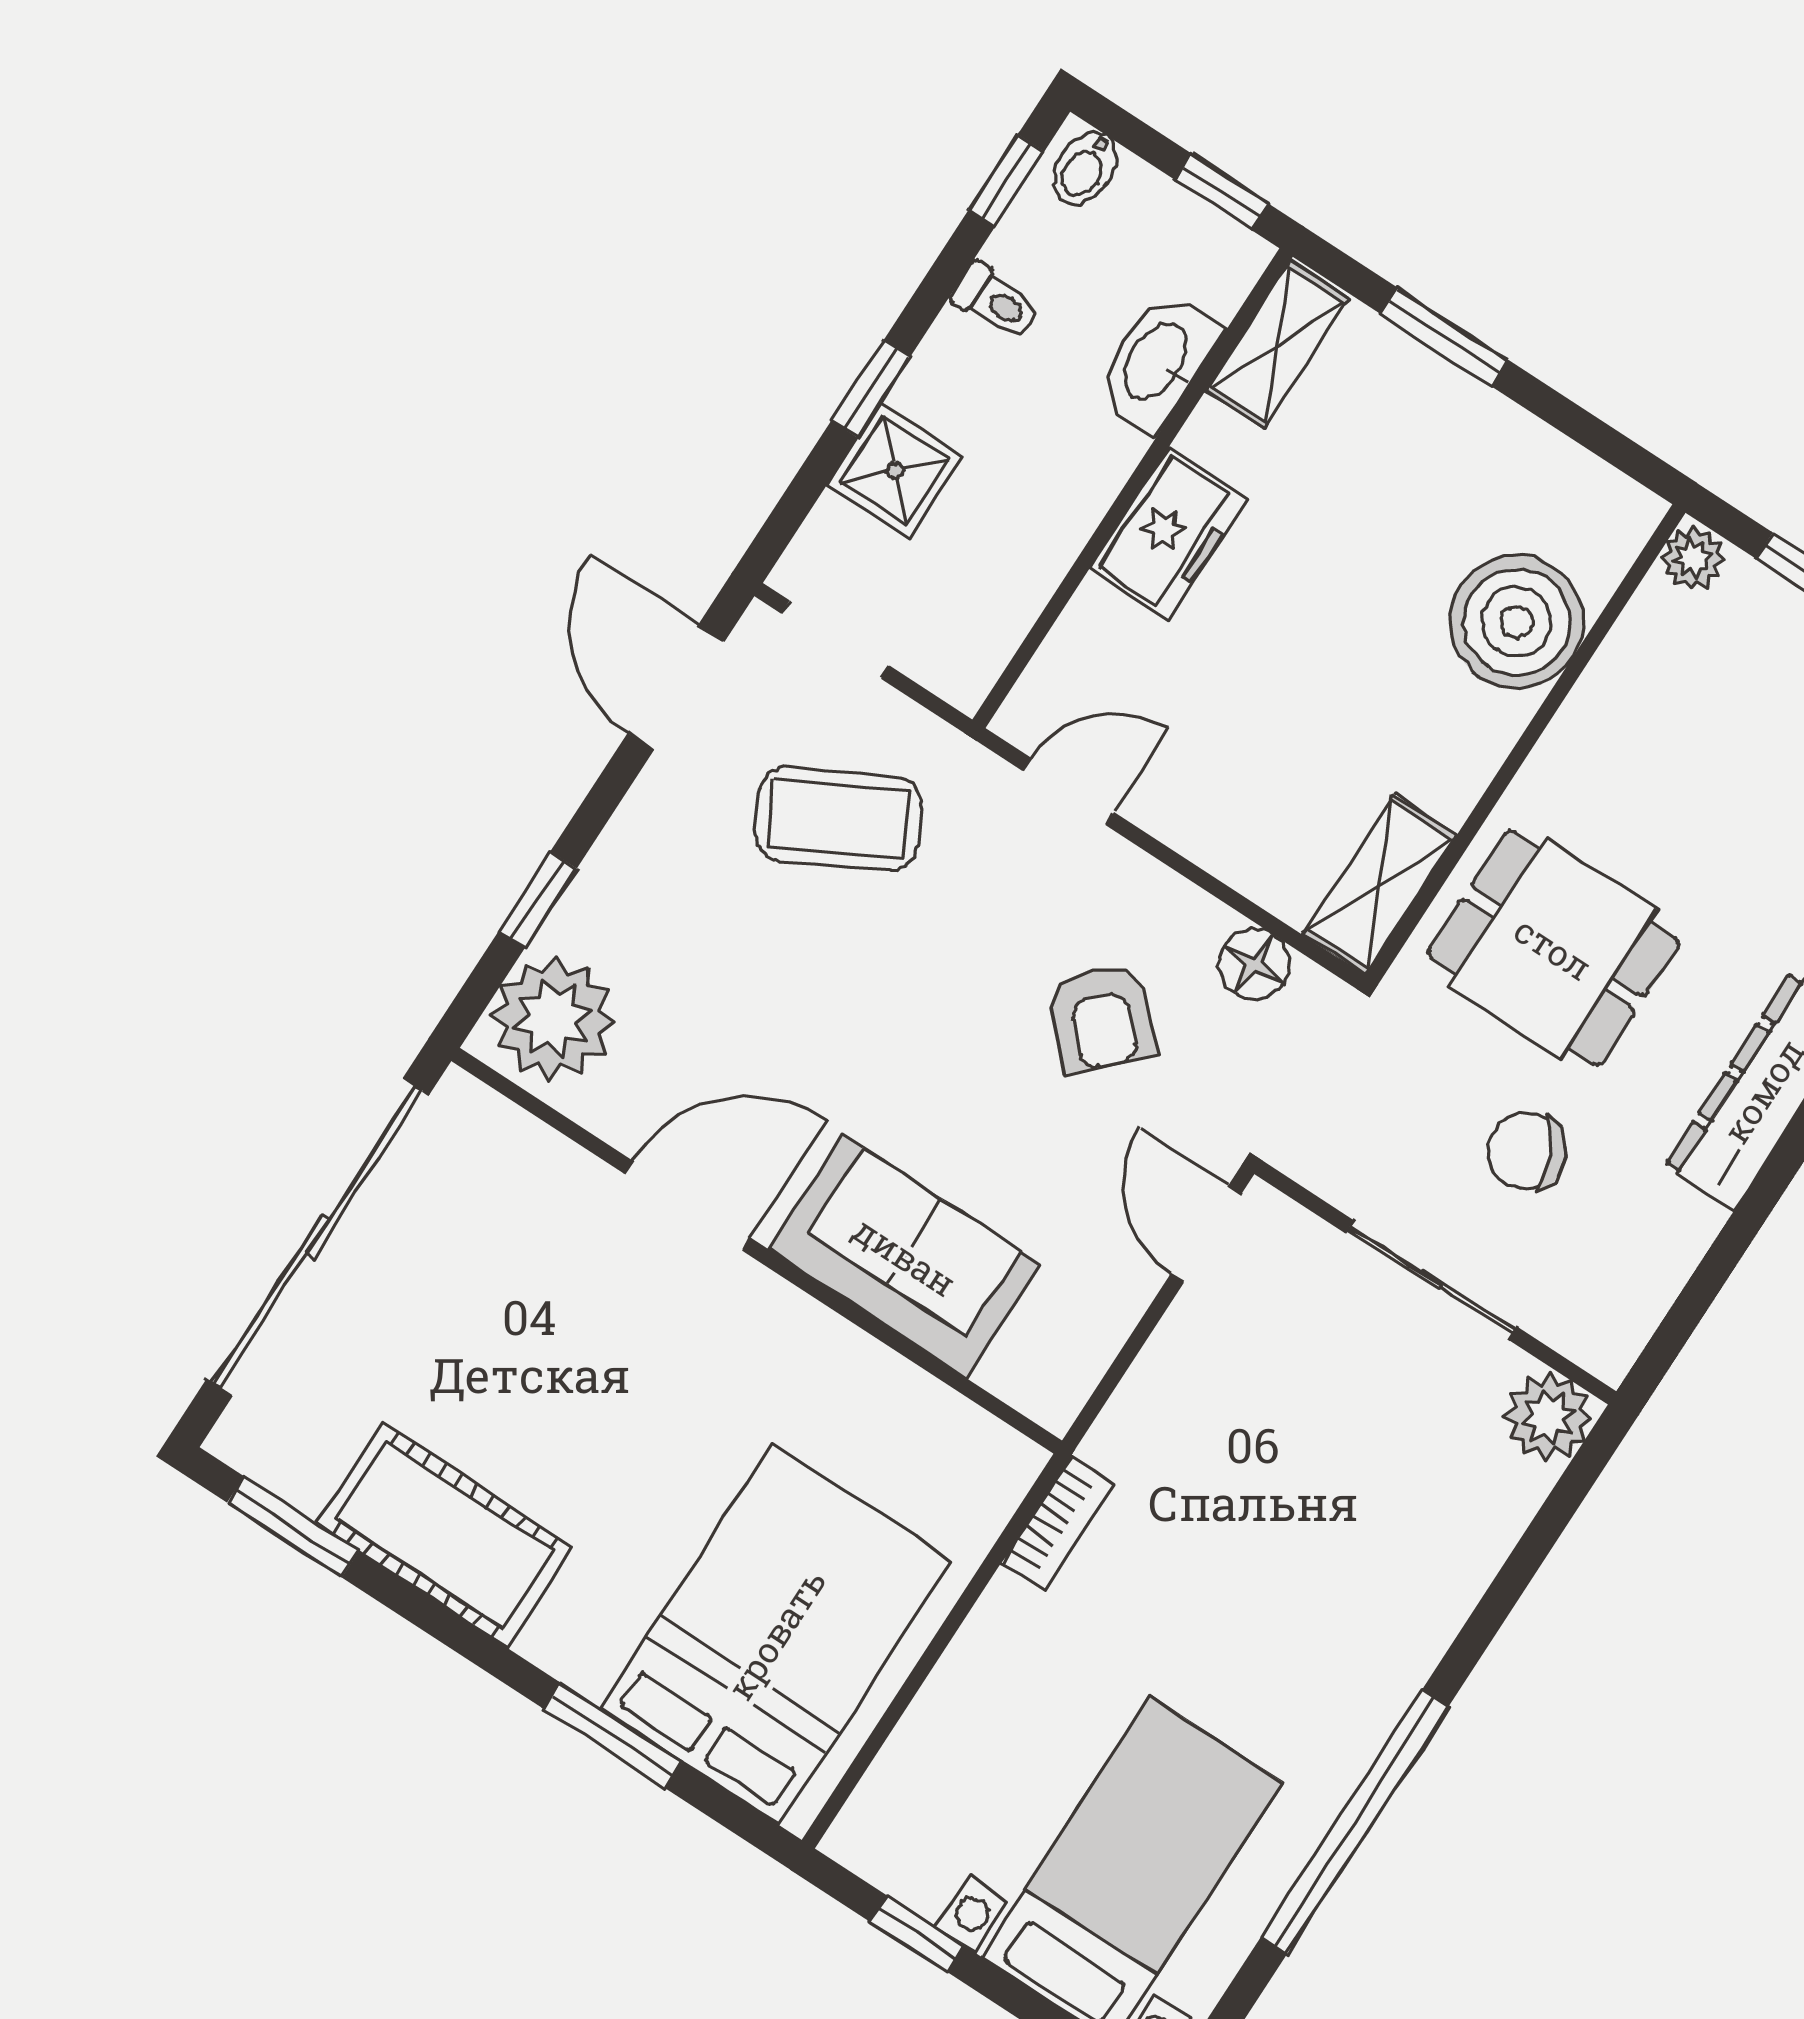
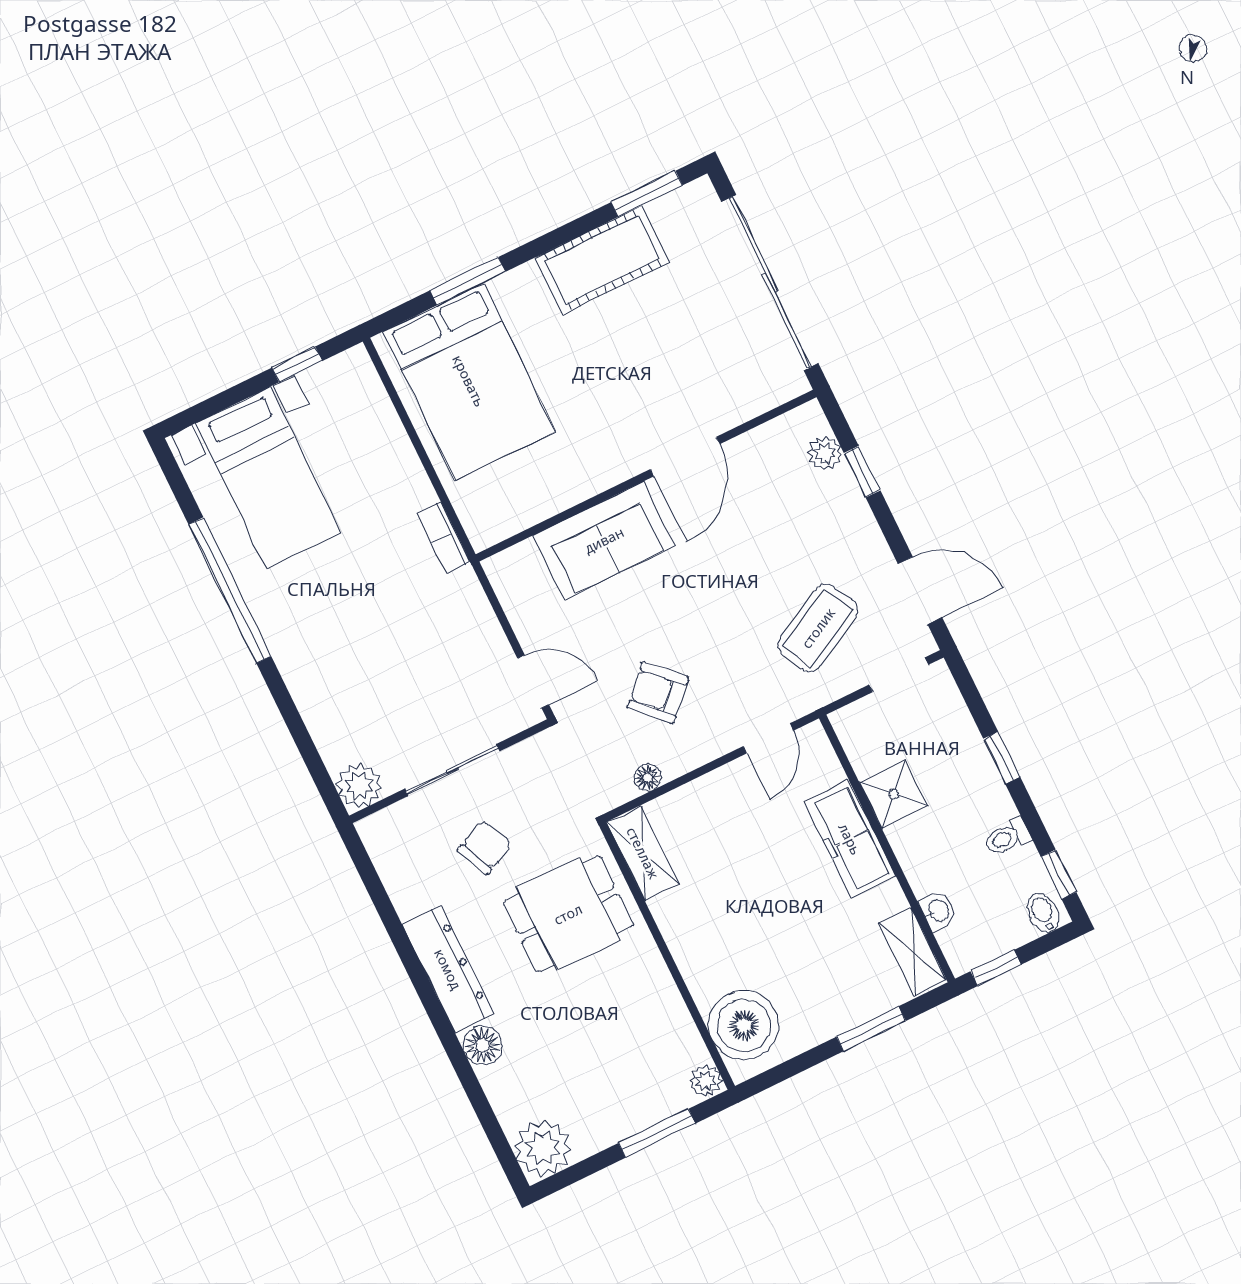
washbasin: (1157, 363) -> (938, 911), width x0.52, depth x0.69
shower: (895, 471) -> (894, 794), moved
freezer: (1169, 534) -> (850, 839), width x1.40
boiler: (1517, 622) -> (744, 1025), moved
floor lamp: (1254, 964) -> (648, 778), width x0.73, depth x0.73
plant: (553, 1019) -> (825, 453), width x0.53, depth x0.53

